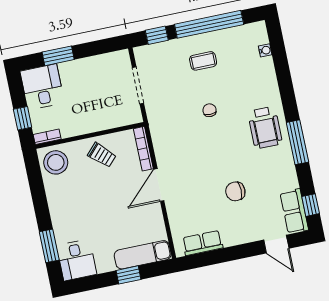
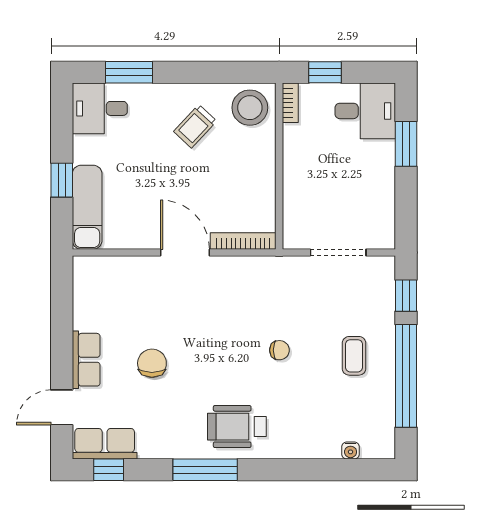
trolley: (102, 155) -> (195, 126), moved
row of seats: (203, 243) -> (86, 360), moved

